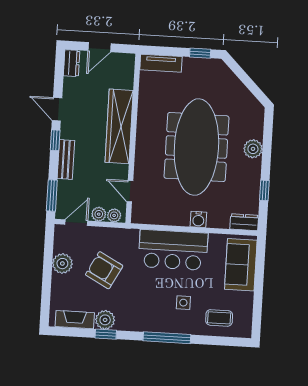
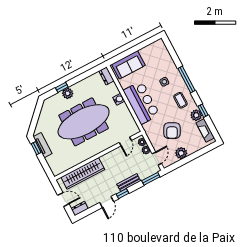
tv unit: (161, 63) -> (43, 145), moved
wardrobe: (119, 126) -> (83, 173), moved
window: (264, 190) -> (62, 87), moved
door: (76, 223) -> (157, 159), swing flipped
coffee table: (219, 318) -> (180, 100), moved

